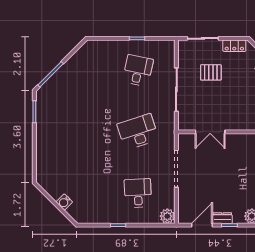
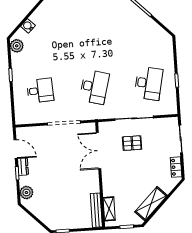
desk: (138, 71) -> (148, 83), width x1.37
pallet: (211, 72) -> (132, 143), moved, turned 90
desk: (138, 132) -> (94, 87), turned 33
double door: (210, 132) -> (99, 151), width x1.37
plant: (167, 216) -> (17, 46), moved

